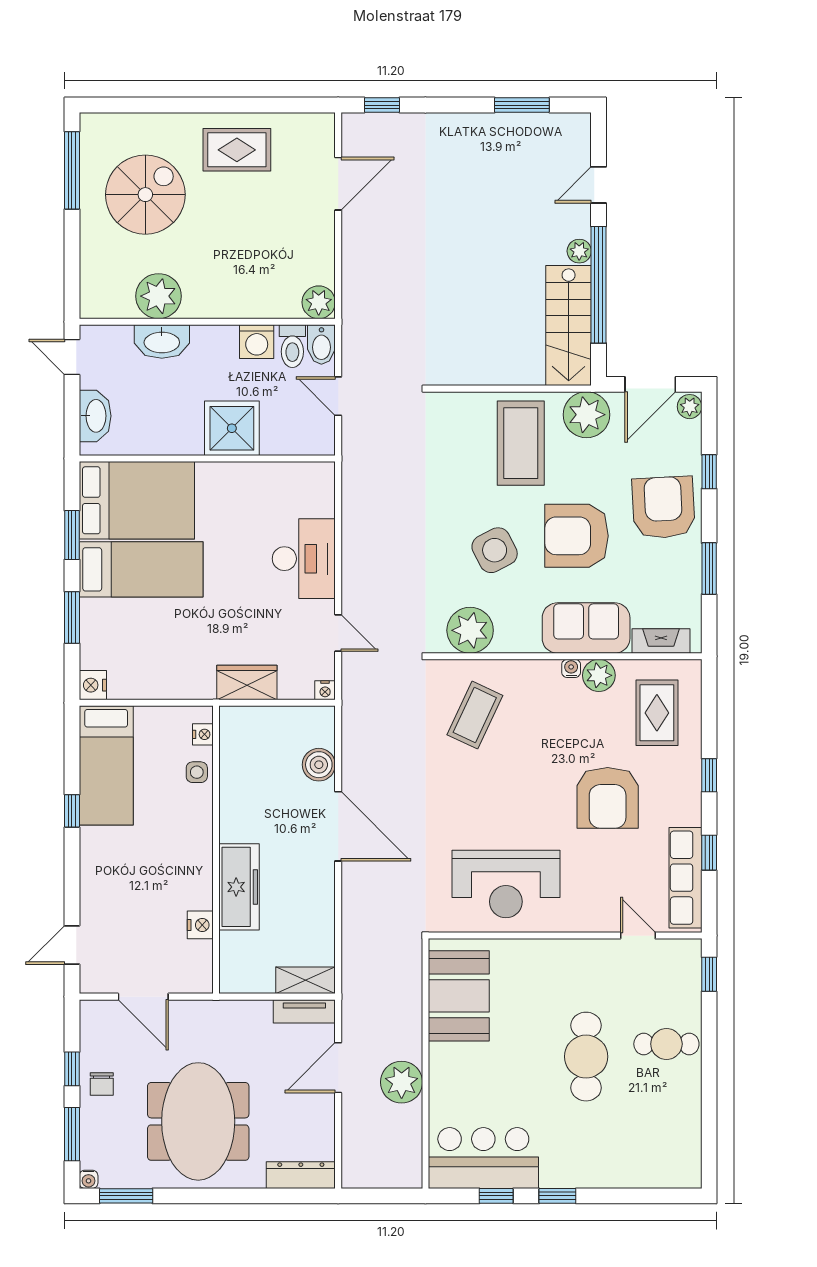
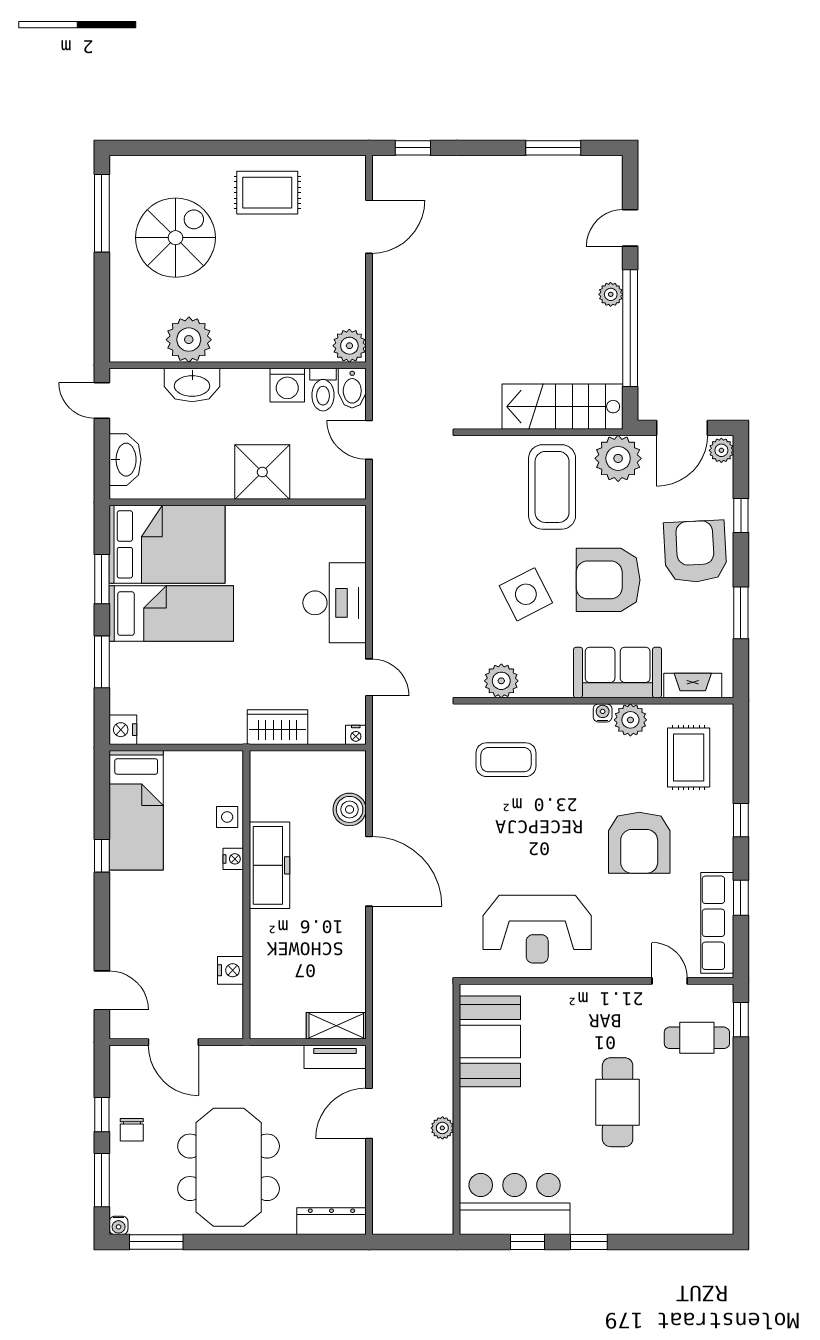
stairs: (569, 326) -> (562, 407), moved, turned 90
plant: (470, 630) -> (501, 681), width x0.73, depth x0.73
coffee table: (475, 715) -> (506, 760), turned 65
nightstand: (203, 734) -> (233, 859), moved
freezer: (239, 887) -> (269, 865), moved
door: (72, 945) -> (102, 990), swing flipped
cafe table: (666, 1044) -> (697, 1038), moved
plant: (402, 1082) -> (442, 1128), width x0.53, depth x0.53

